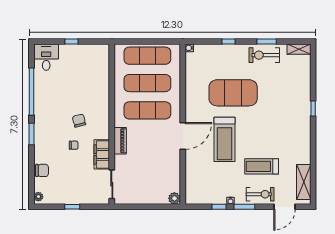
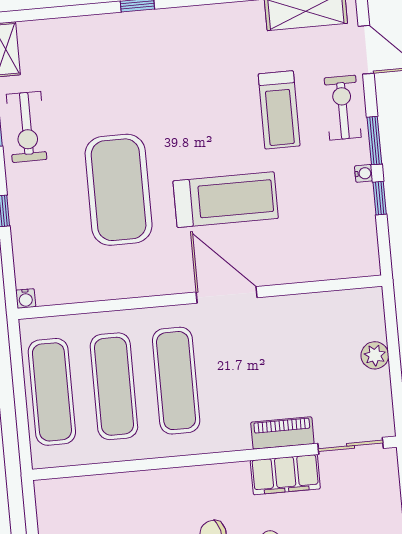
piano: (120, 141) -> (282, 433), moved
plant: (174, 198) -> (375, 355), moved

